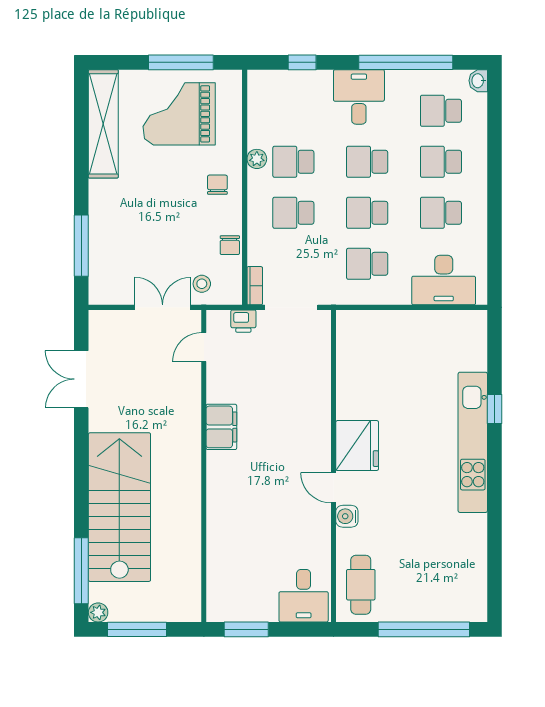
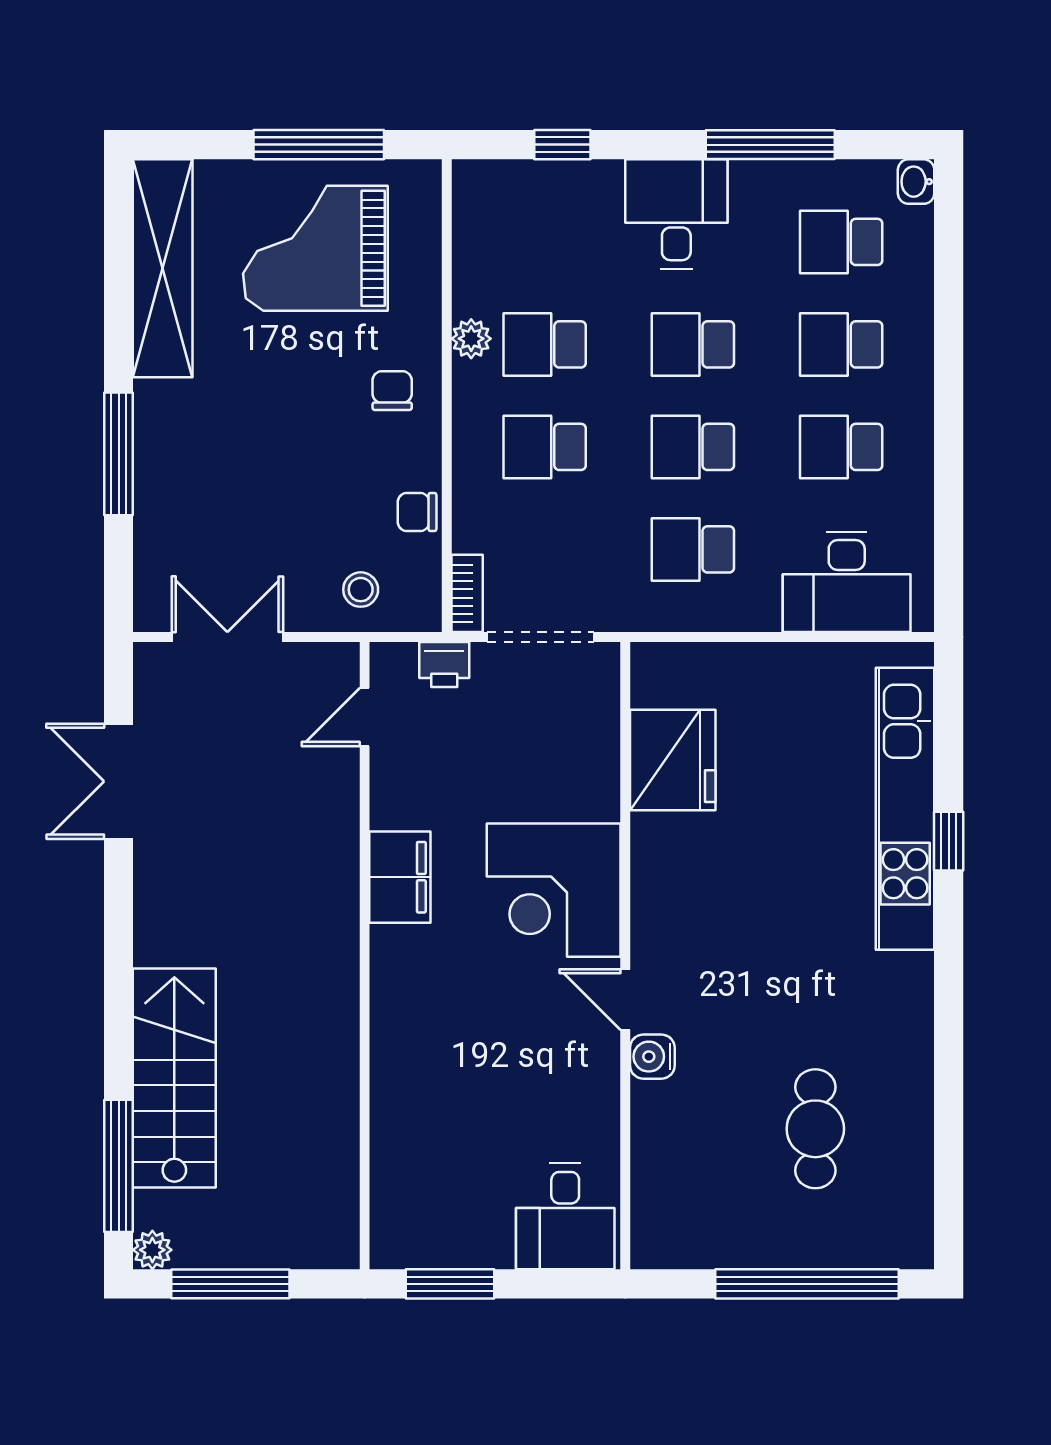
window: (406, 62) -> (770, 145), width x0.68
chair: (230, 245) -> (417, 512), turned 90
window: (81, 246) -> (119, 454), moved
double door: (163, 307) -> (227, 637), moved
corner desk: (298, 433) -> (554, 890), added
kitchen unit: (473, 442) -> (905, 809), moved
fridge: (357, 446) -> (673, 760), moved
stairs: (119, 507) -> (174, 1078), width x0.73, depth x0.66
cafe table: (361, 585) -> (815, 1129), moved

